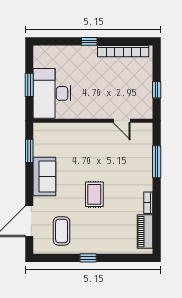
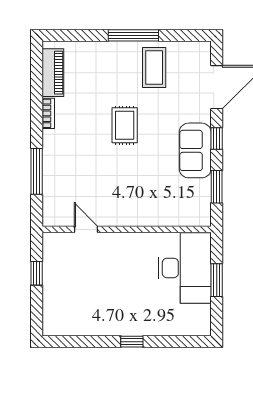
bookcase: (123, 51) -> (84, 328), removed
window: (29, 185) -> (217, 139), added
coffee table: (62, 231) -> (154, 68), moved
window: (88, 258) -> (133, 35), width x2.17

